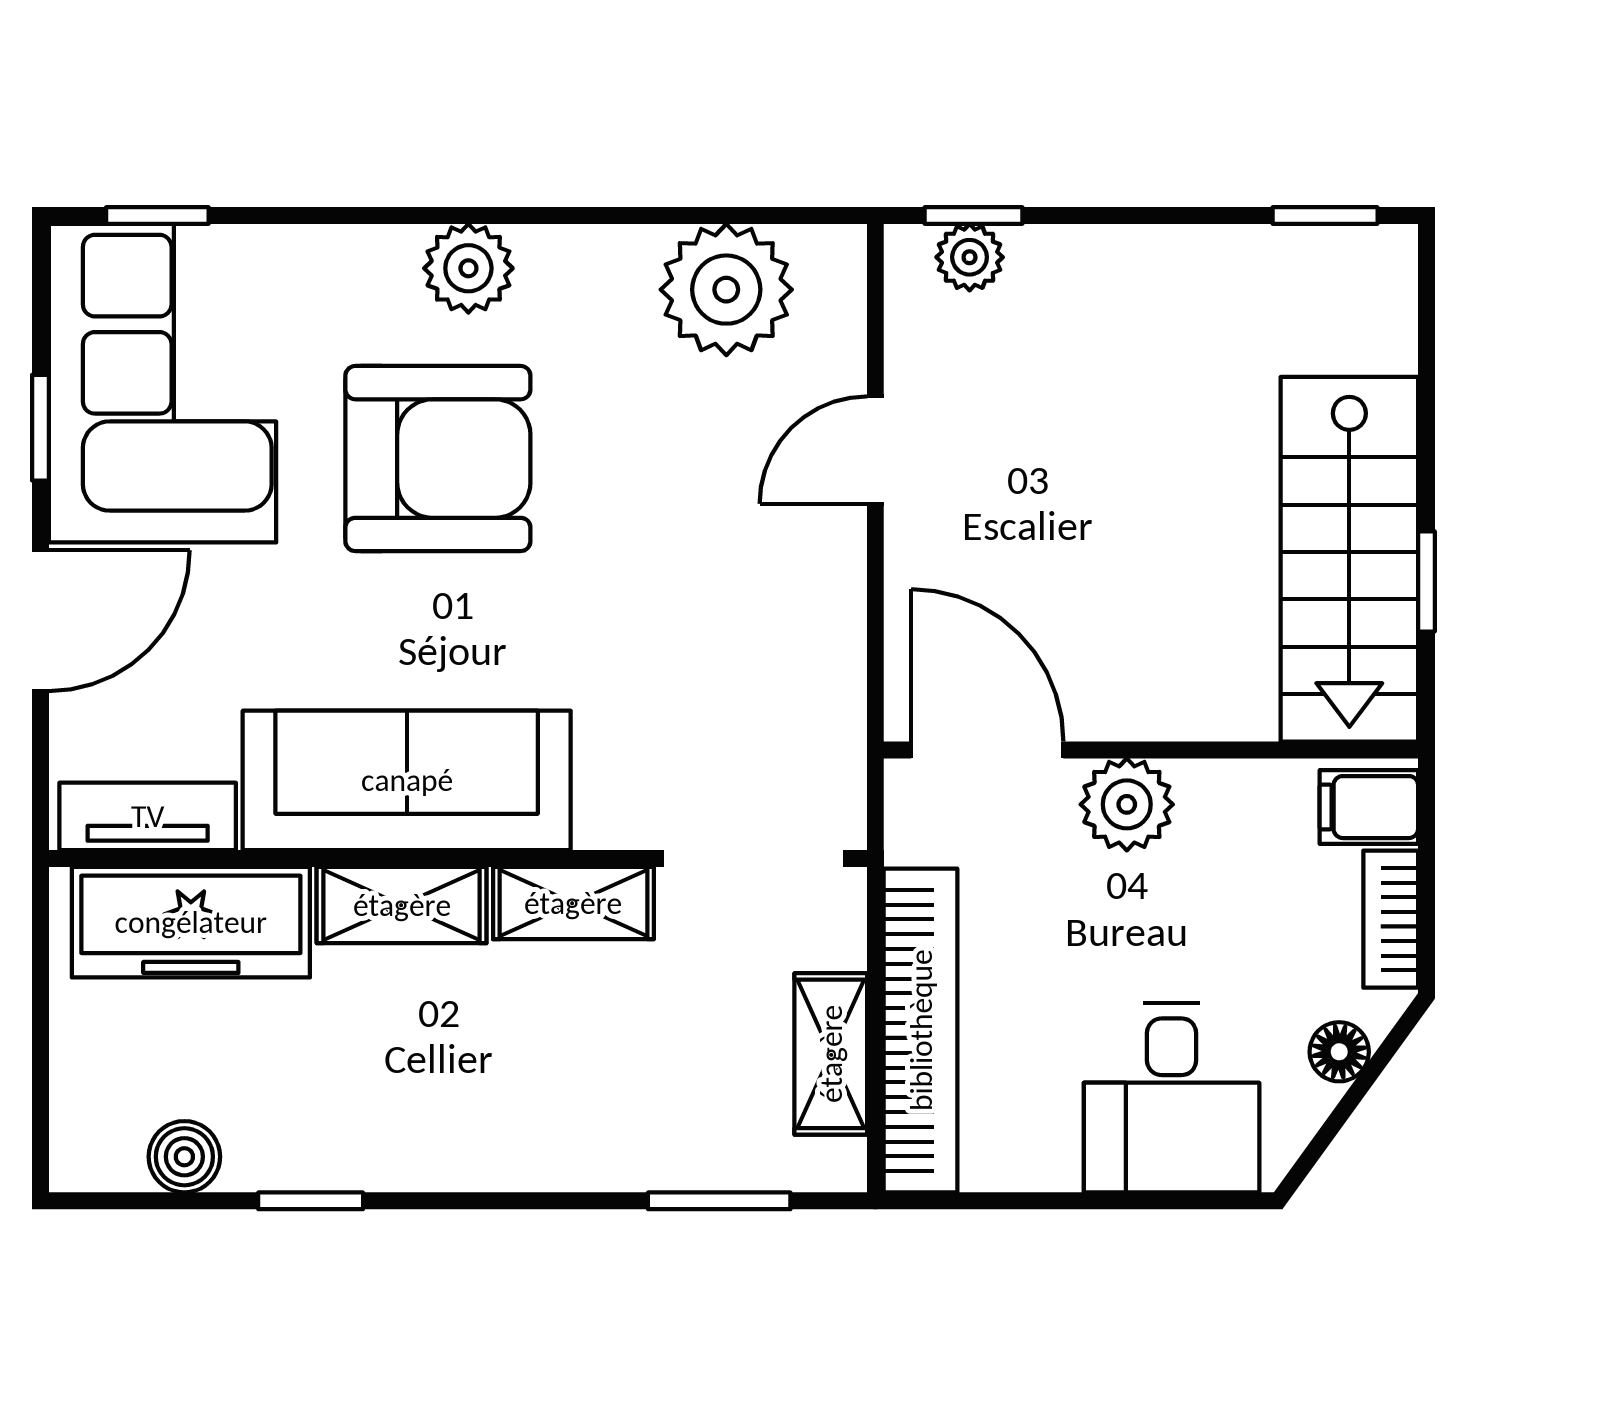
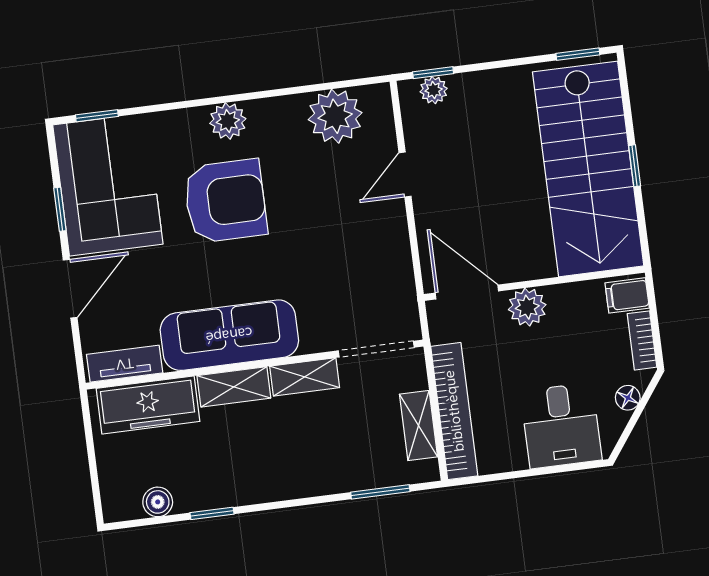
stairs: (1349, 559) -> (588, 169), width x1.36, depth x1.51
window: (1426, 581) -> (635, 166), moved

